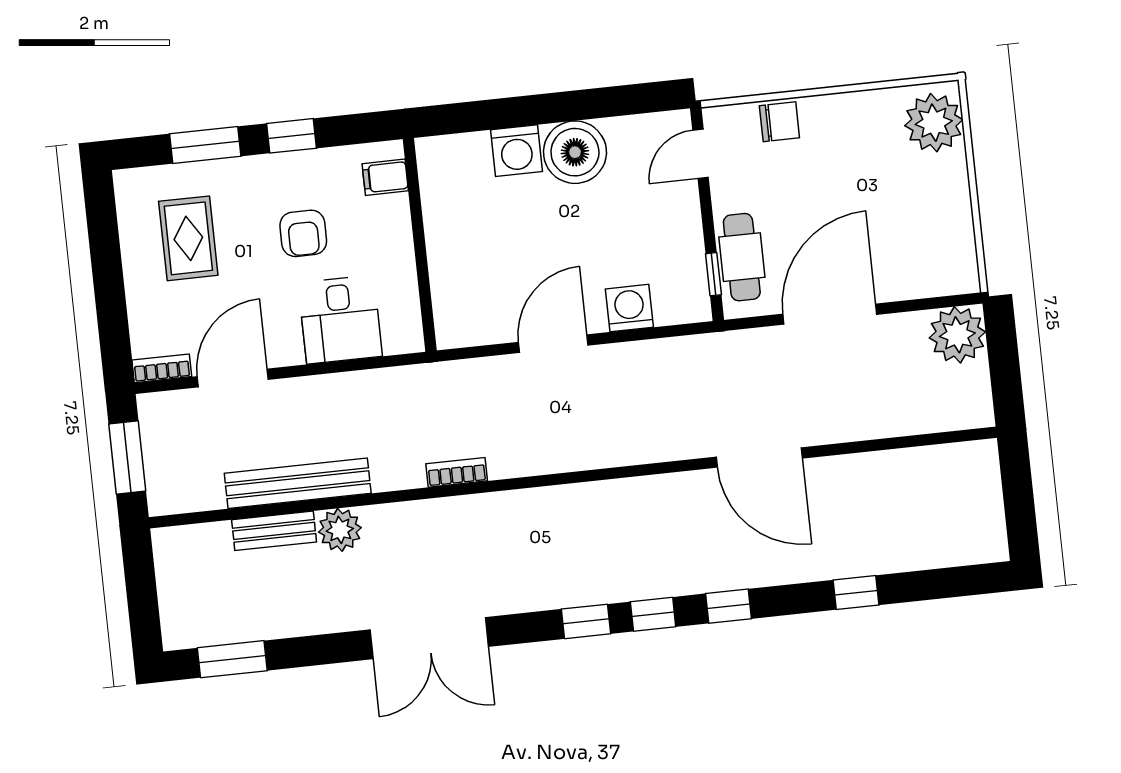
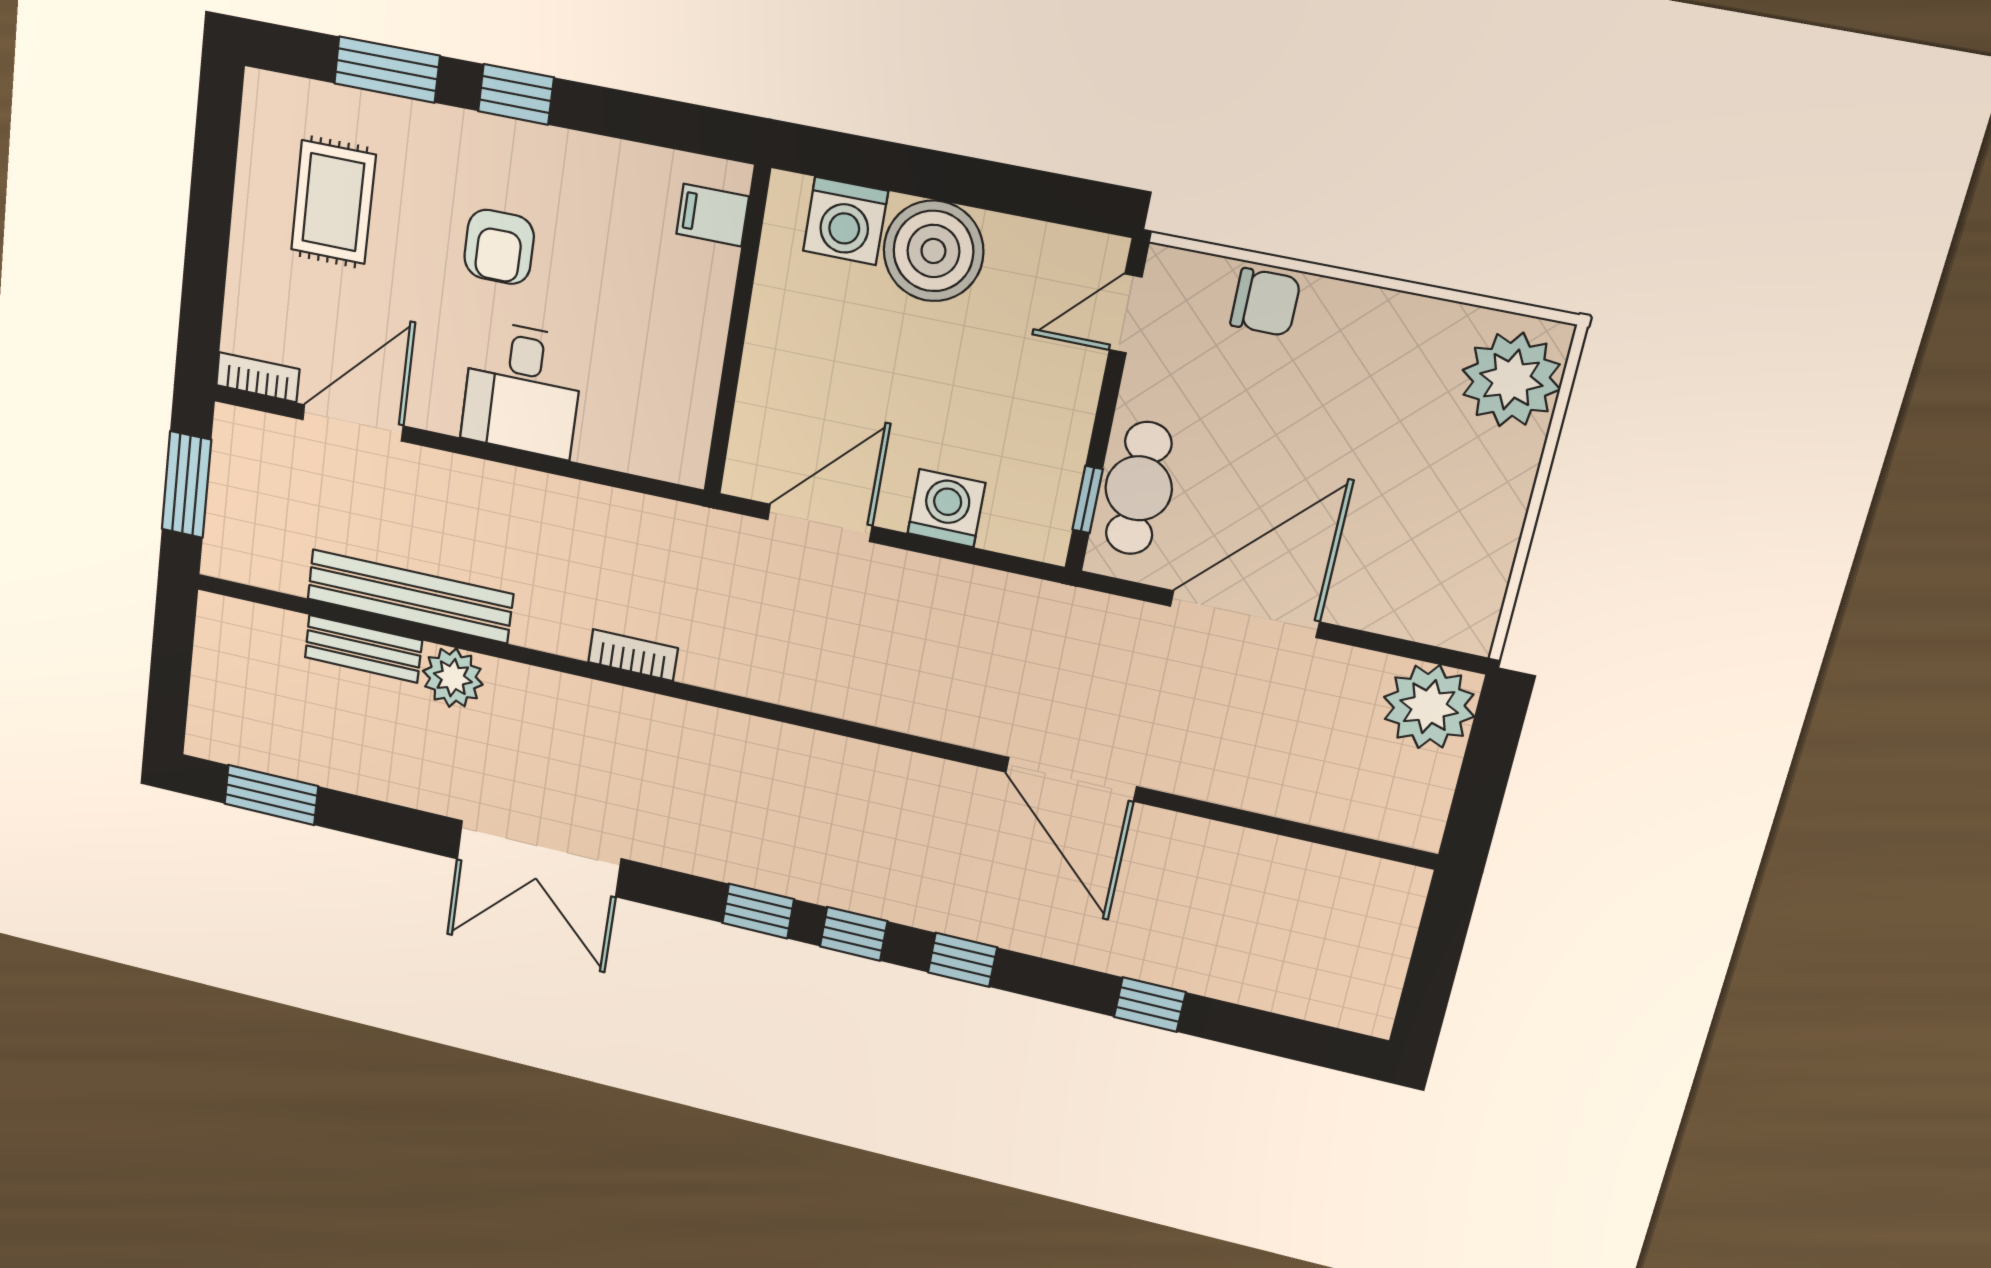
filing cabinet: (385, 177) -> (713, 215), moved
wall: (420, 245) -> (737, 332), moved

